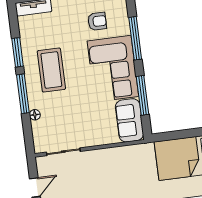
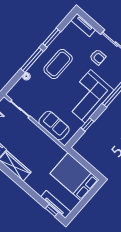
armchair: (97, 21) -> (98, 57), moved
window: (142, 95) -> (87, 125), width x0.46
sofa: (129, 120) -> (54, 126), moved, turned 90

